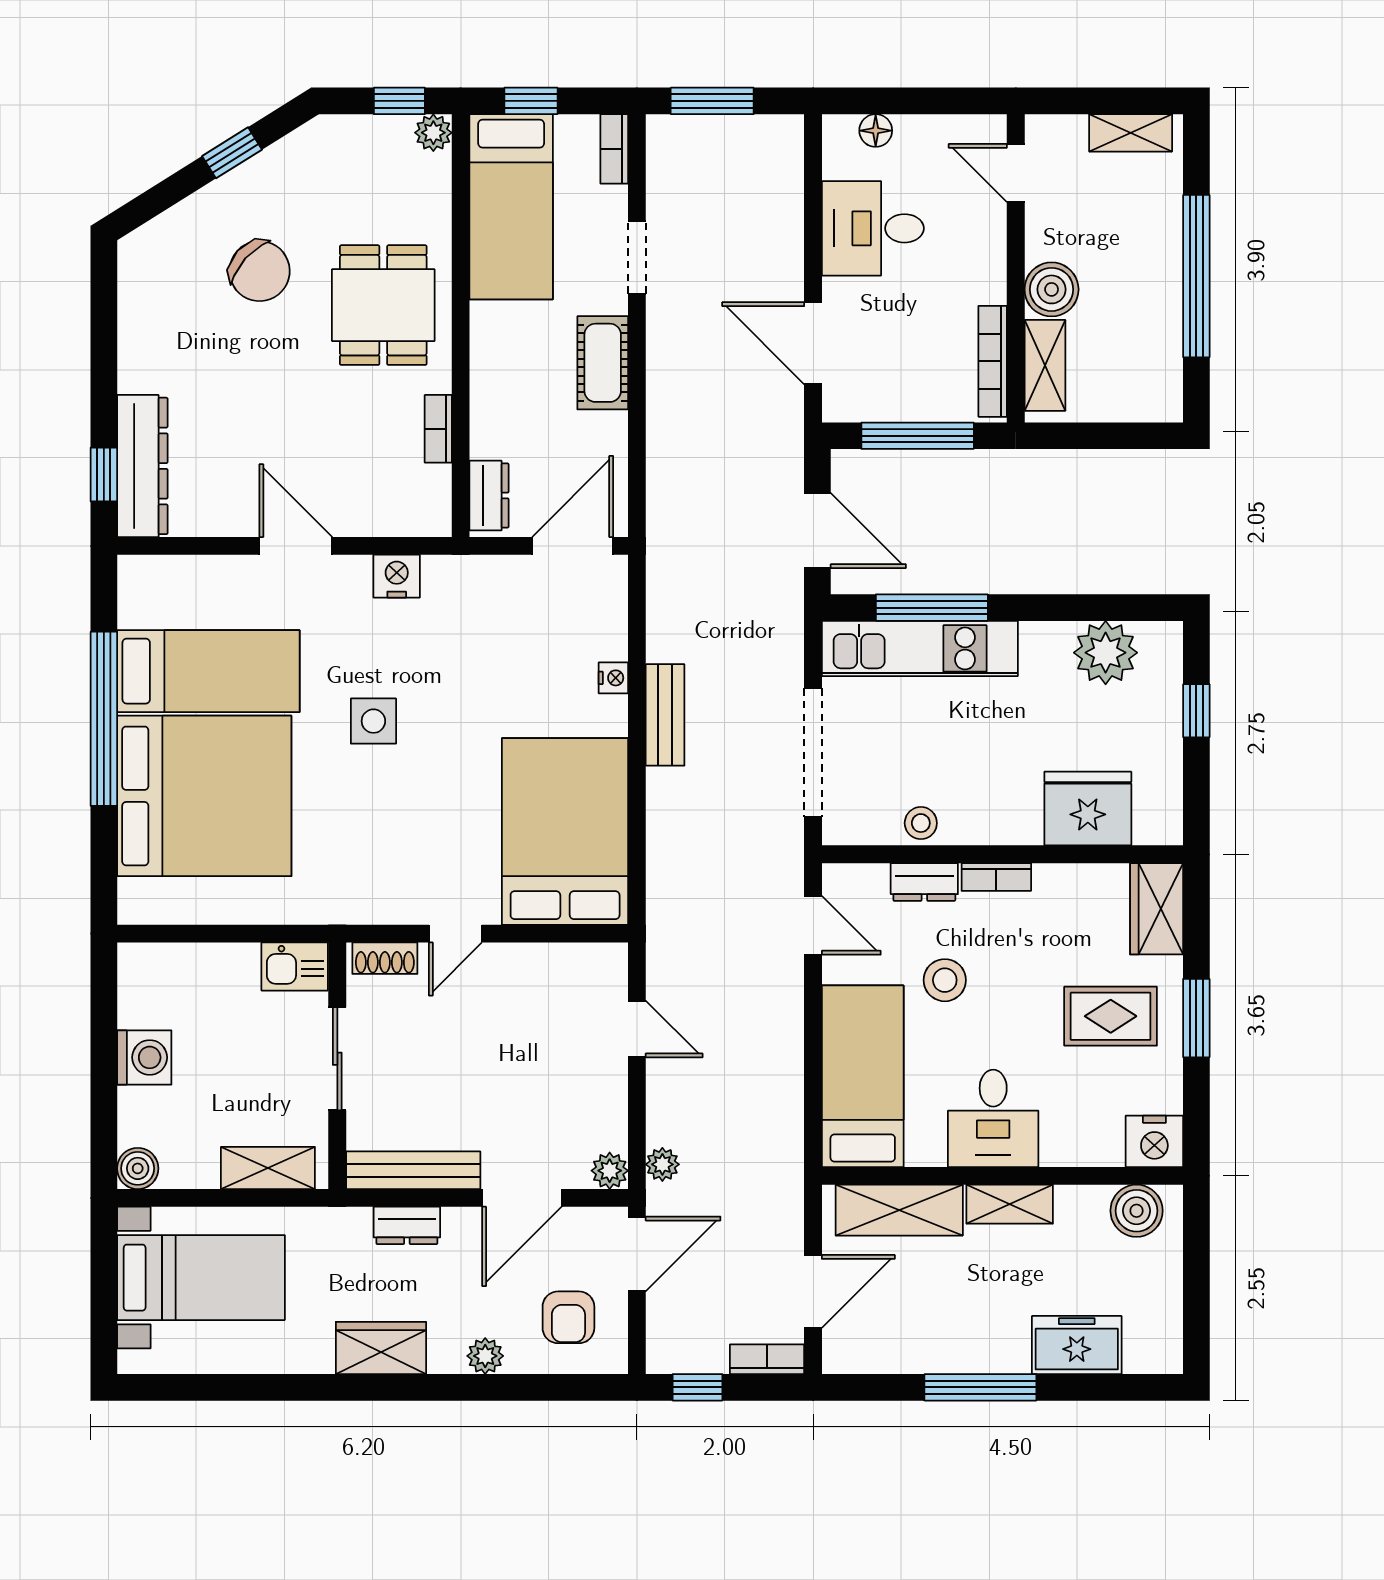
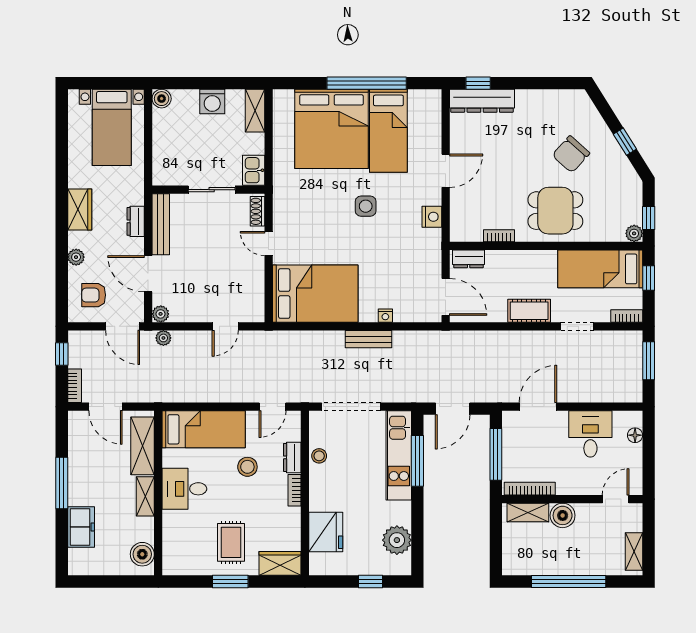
nightstand: (1154, 1141) -> (174, 562), removed
shelving: (268, 1168) -> (255, 111), moved

